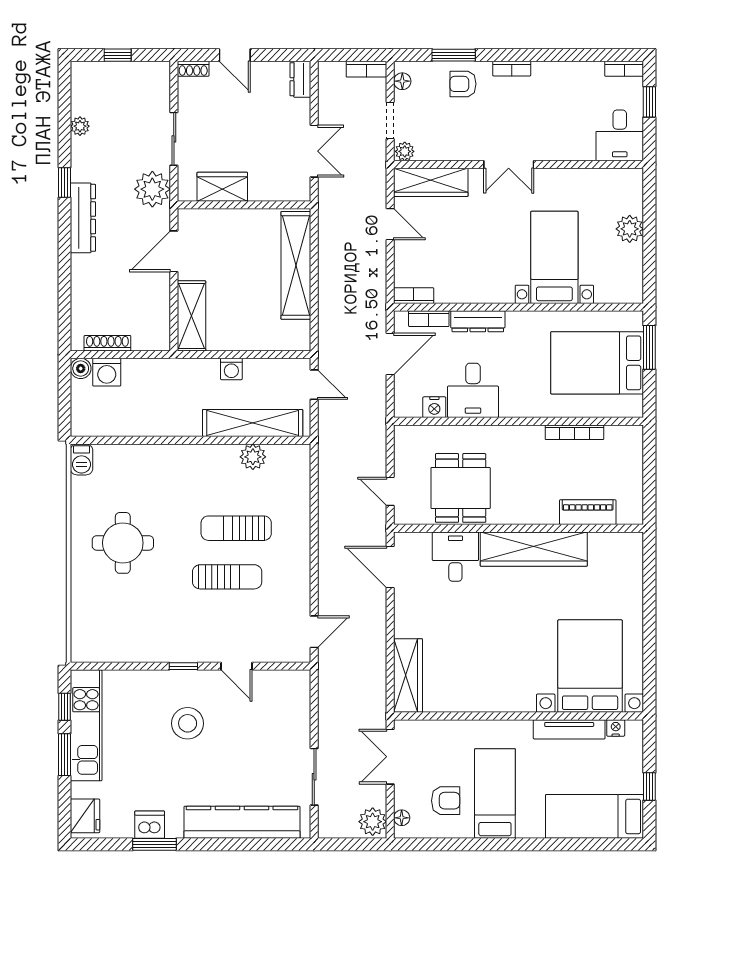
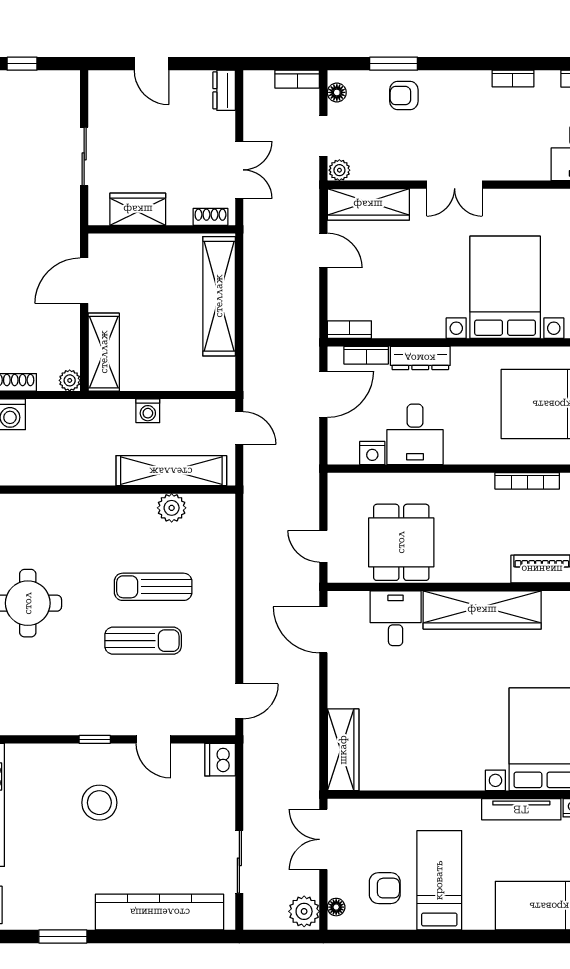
shoe rack: (193, 69) -> (210, 217), moved, turned 180
bookcase: (512, 69) -> (513, 79), moved
plant: (152, 189) -> (70, 380), moved, width x0.53, depth x0.53
bed with nightstands: (554, 257) -> (505, 287), width x1.36
dishwasher: (150, 825) -> (220, 760), moved, turned -90

